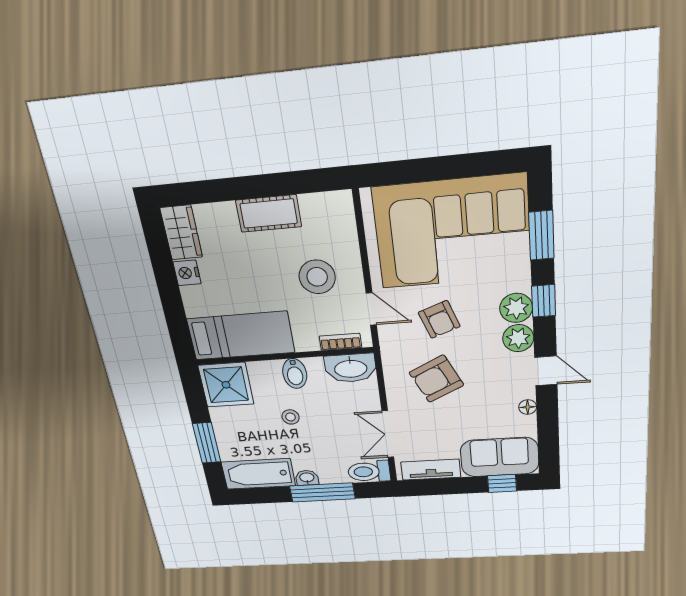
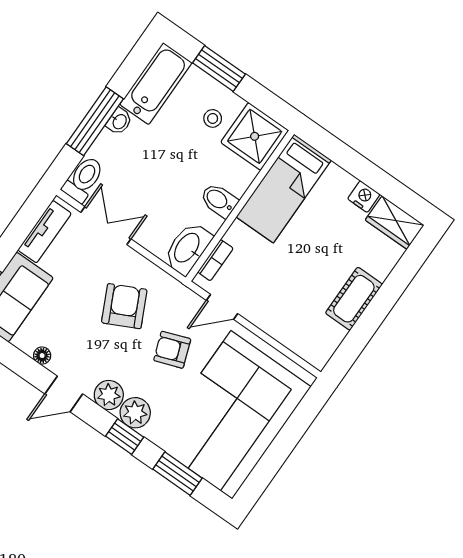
stool: (317, 277) -> (280, 290), removed
stool: (291, 417) -> (213, 118), moved

